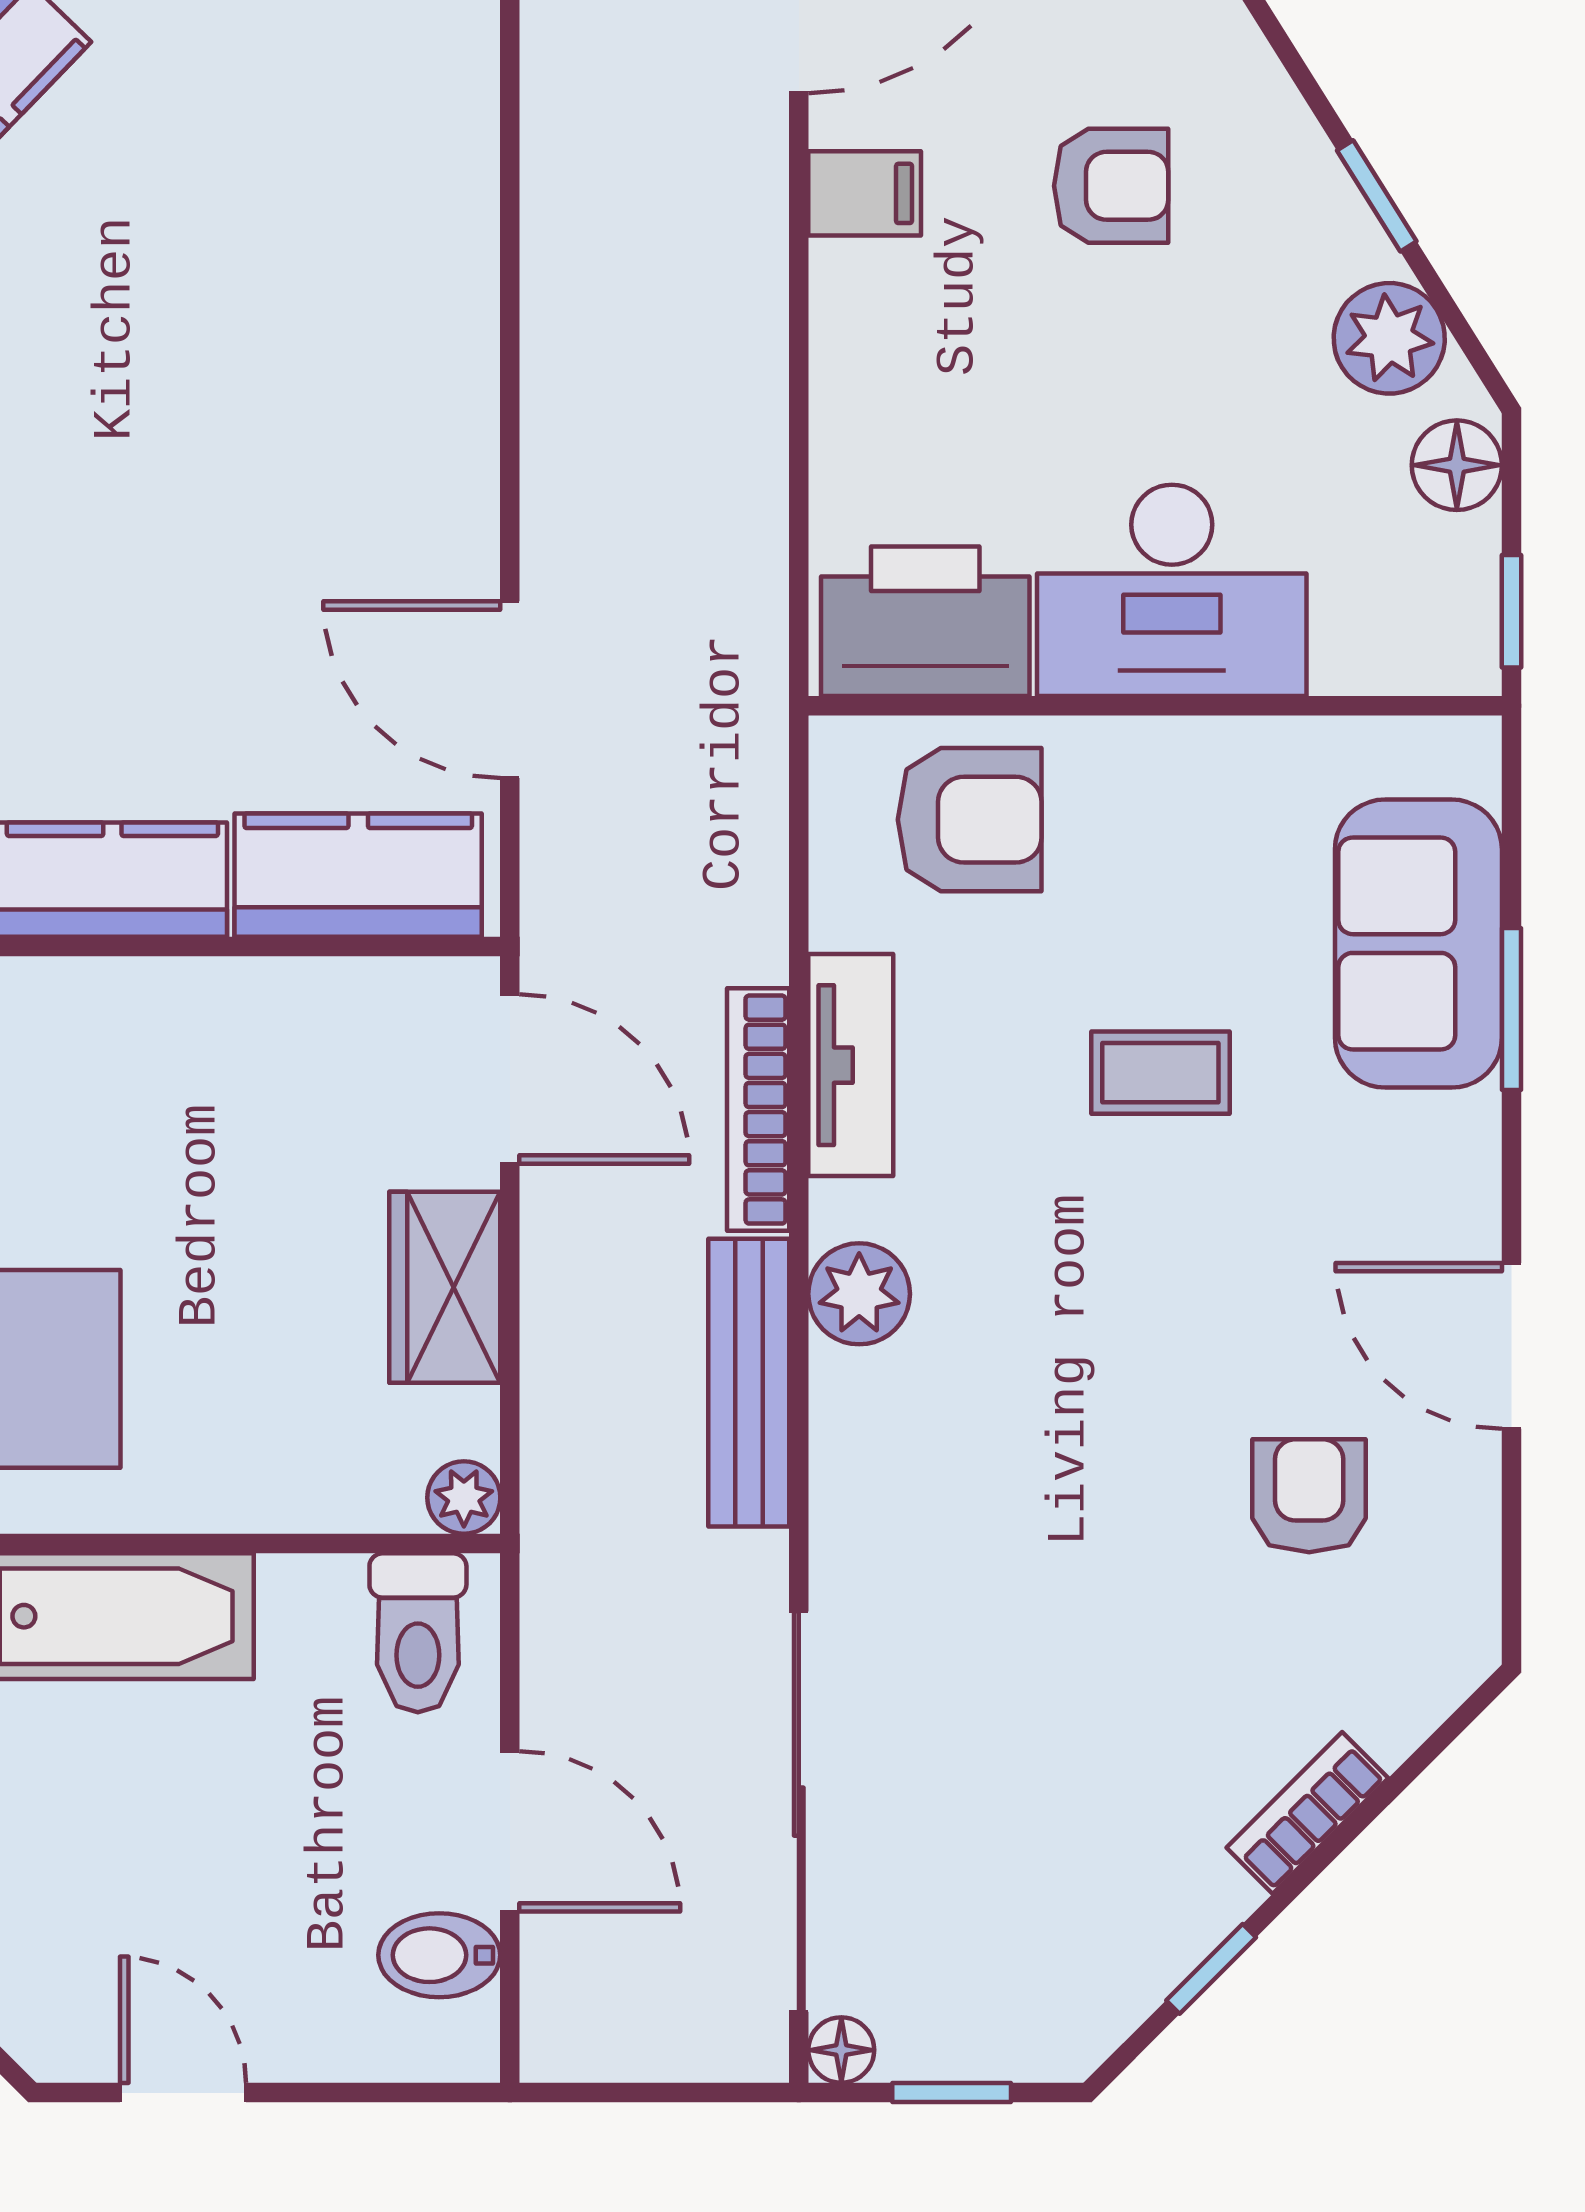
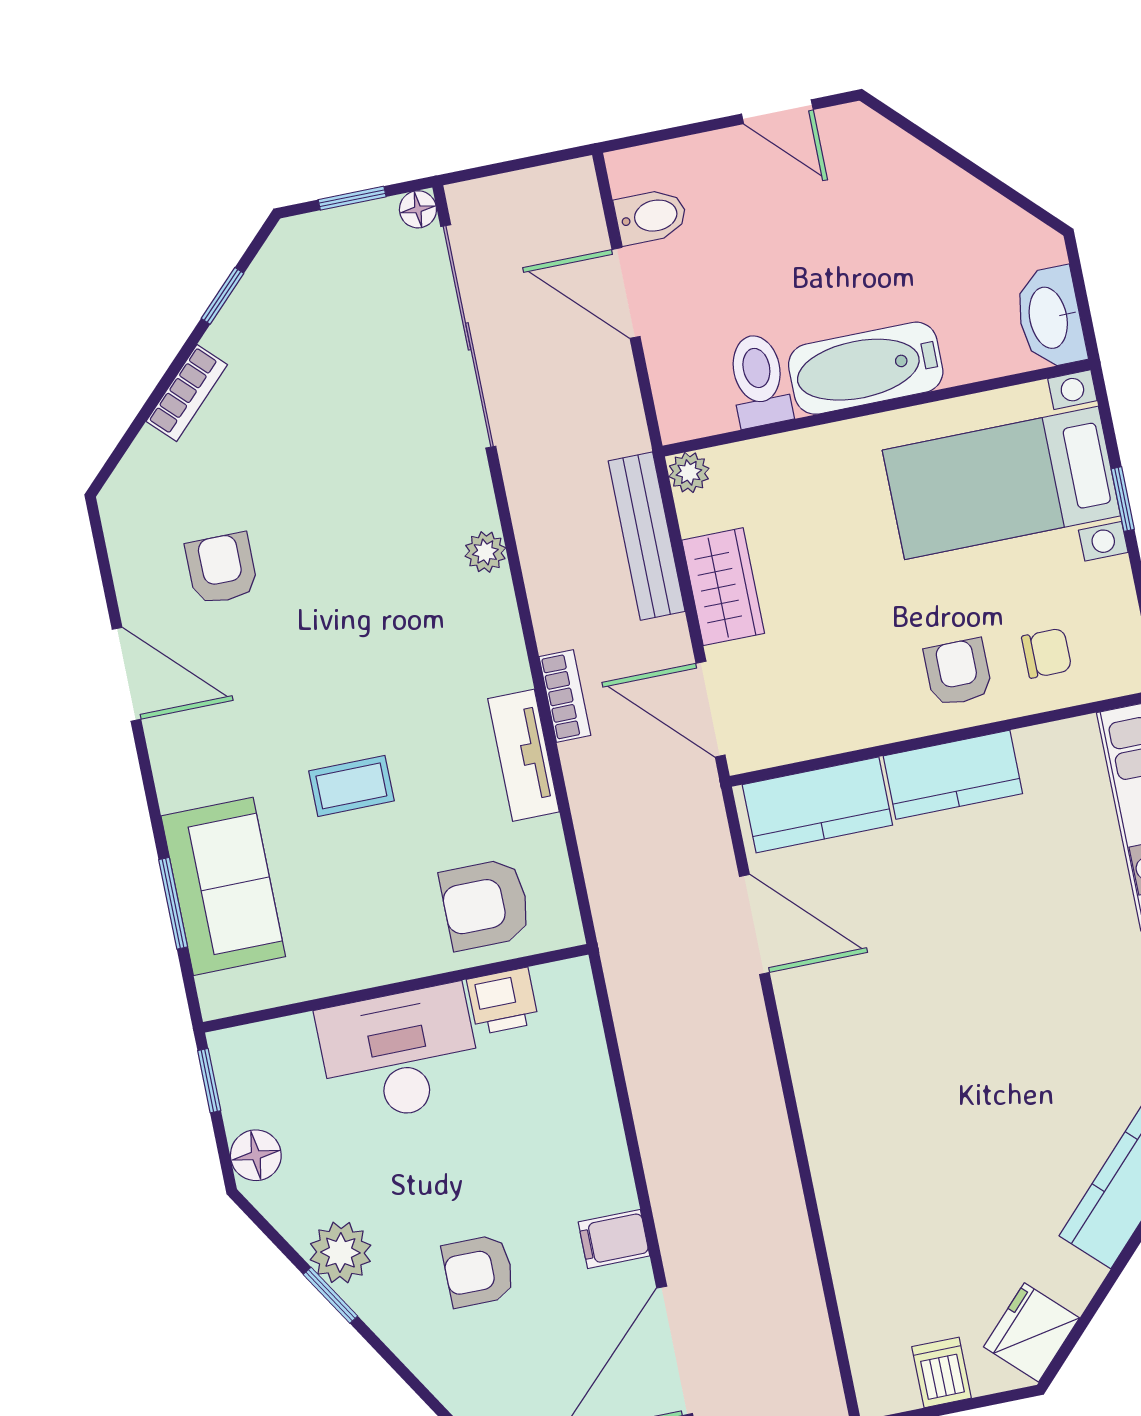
plant: (1389, 338) -> (340, 1253), moved
printer: (925, 621) -> (503, 1001), width x0.53, depth x0.68
window: (1511, 1009) -> (173, 903), moved
armchair: (67, 1056) -> (958, 672), added
bookcase: (758, 1110) -> (565, 696), width x0.64
plant: (859, 1294) -> (485, 552), moved, width x0.73, depth x0.73
bench: (749, 1383) -> (647, 536), moved
armchair: (1309, 1496) -> (222, 569), turned 180
toilet: (418, 1633) -> (759, 380), moved

